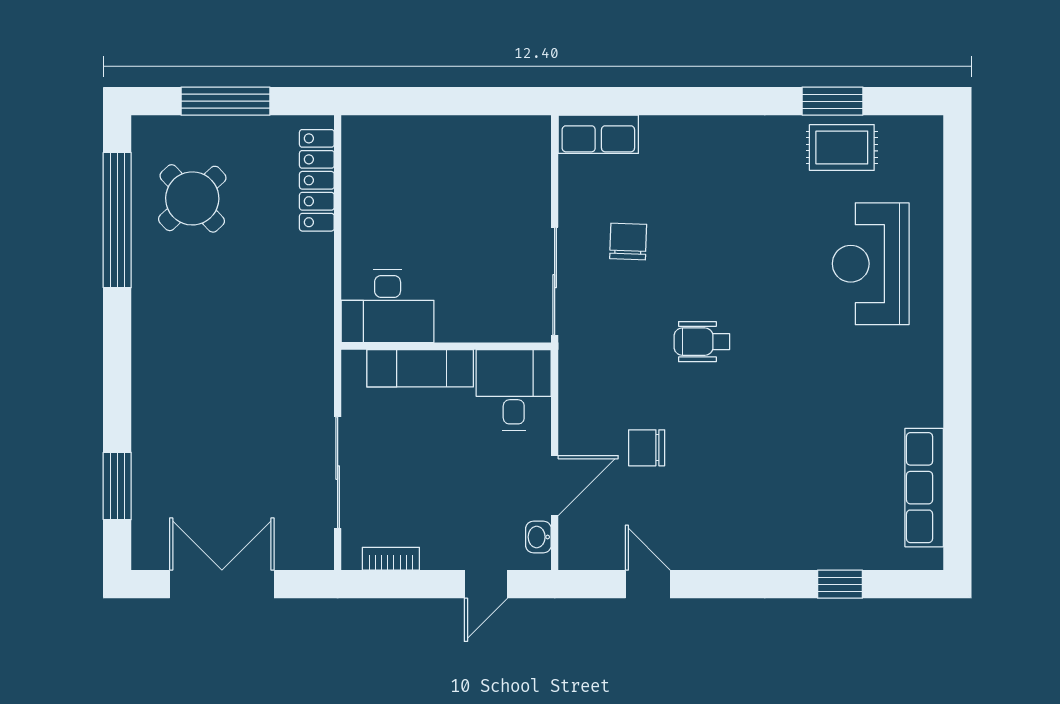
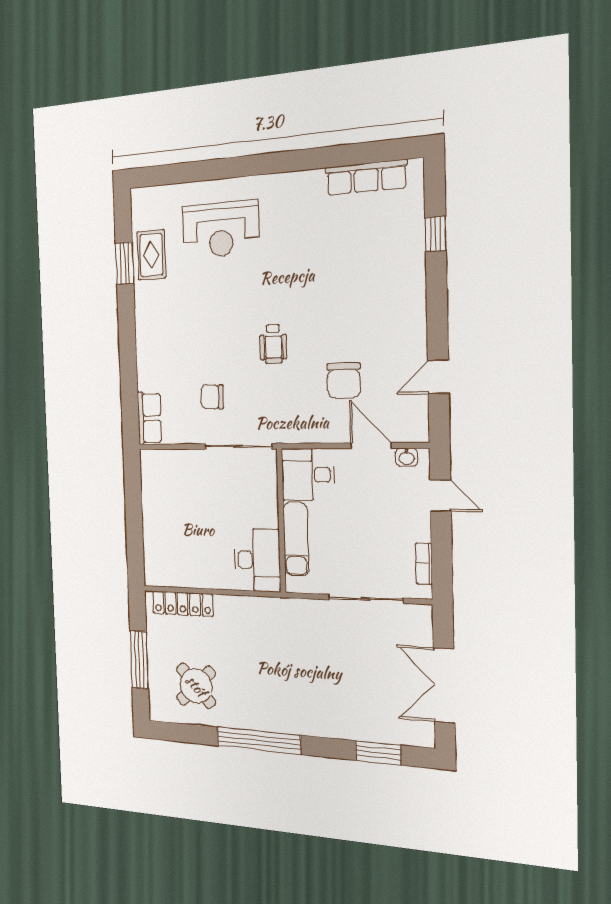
window: (117, 220) -> (259, 741), moved
chair: (647, 448) -> (344, 380), width x1.37, depth x1.37

